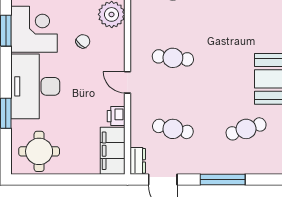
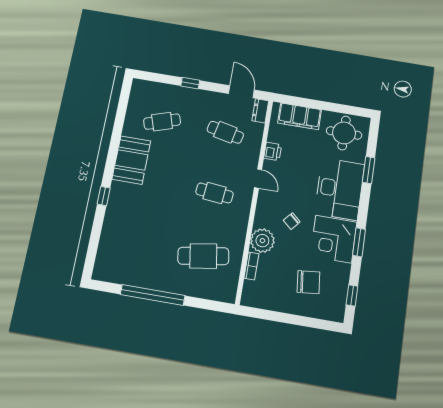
filing cabinet: (113, 151) -> (300, 116), moved, turned 90
window: (223, 180) -> (190, 83), width x0.46

